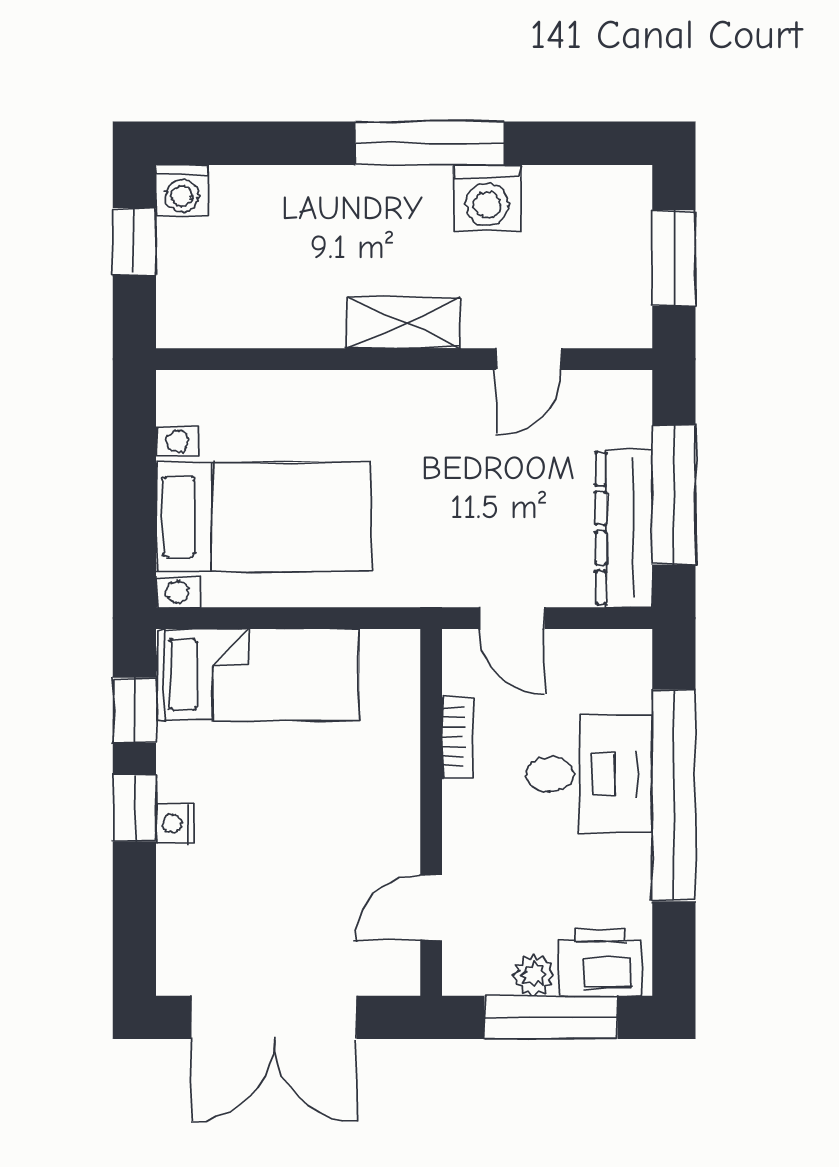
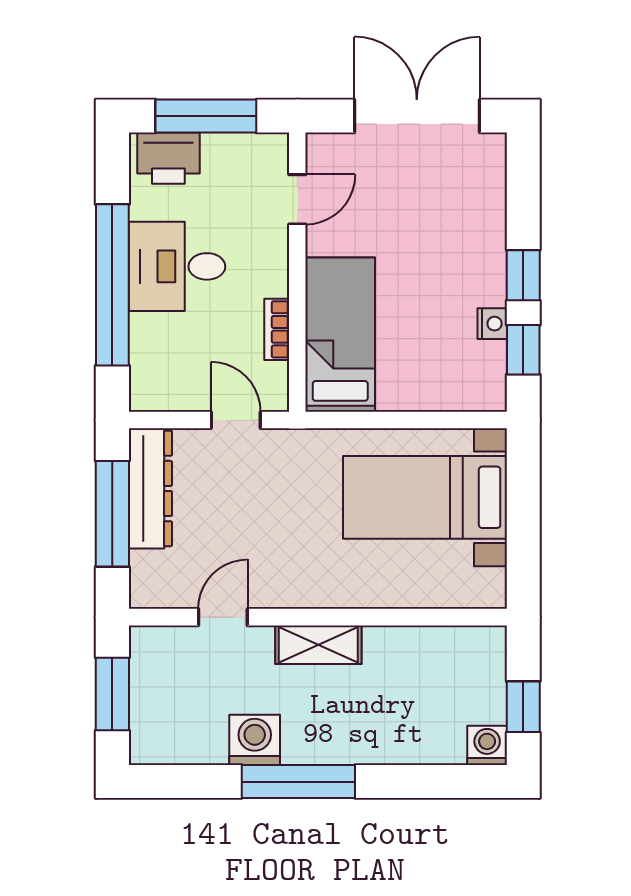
bed: (257, 675) -> (340, 335), moved, turned 90
desk: (589, 774) -> (177, 266), moved
nightstand: (175, 824) -> (492, 324), moved
plant: (534, 975) -> (219, 148), removed

